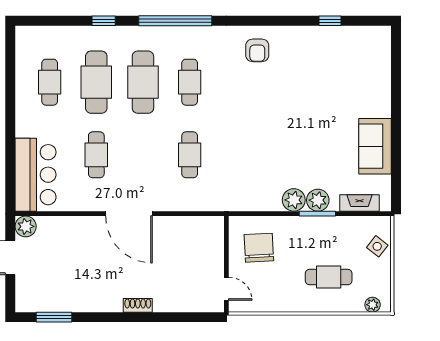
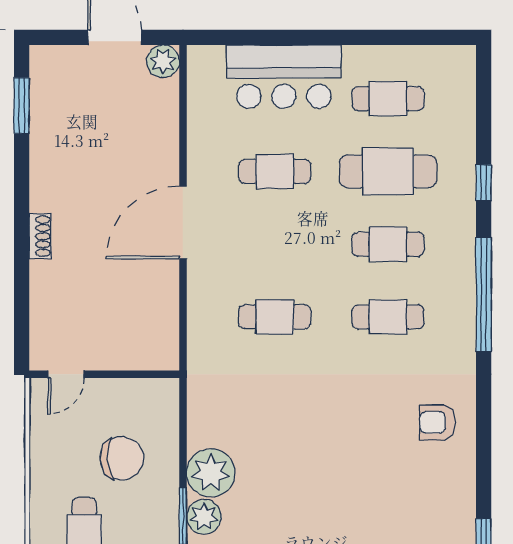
cafe table: (143, 82) -> (388, 244), width x0.73, depth x0.74
bar counter: (35, 175) -> (284, 77), moved
plant: (294, 200) -> (211, 473), width x1.36, depth x1.36
chair: (259, 248) -> (122, 458), moved

